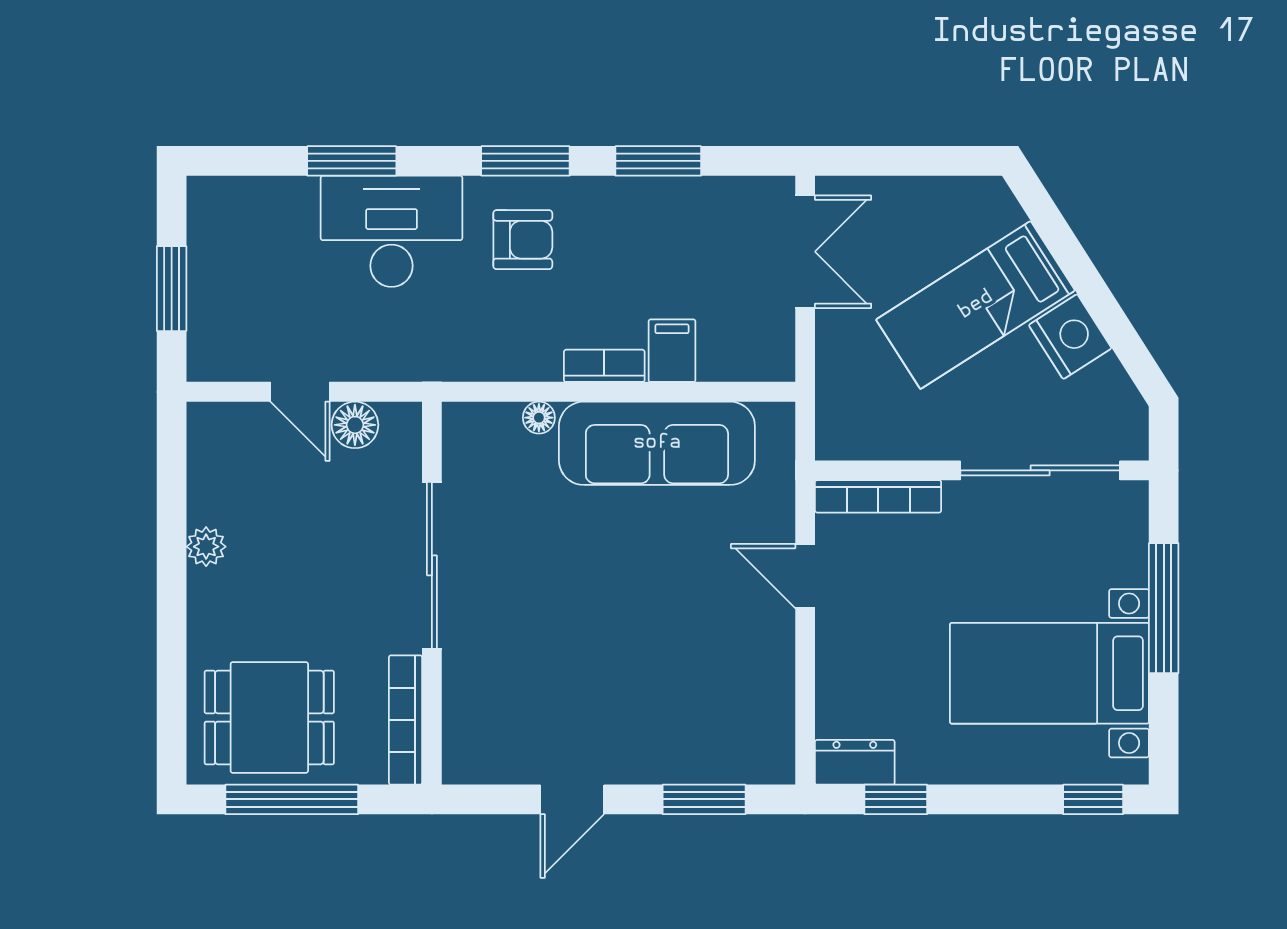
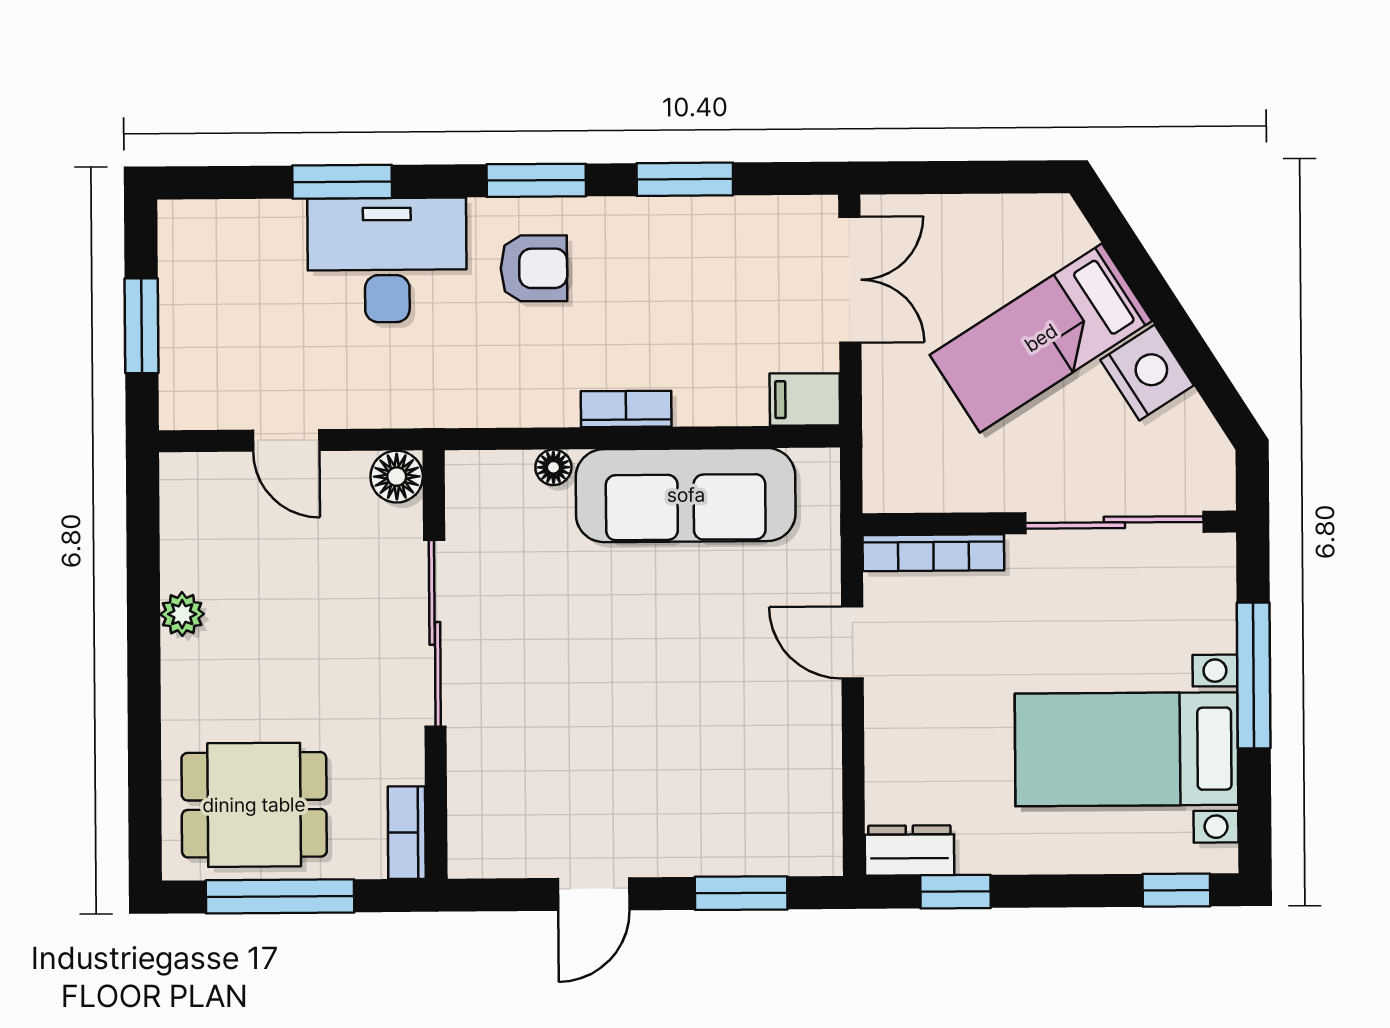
filing cabinet: (672, 351) -> (805, 399), moved, turned -90
floor lamp: (355, 425) -> (397, 477), moved
bookcase: (405, 720) -> (407, 833), width x0.64

